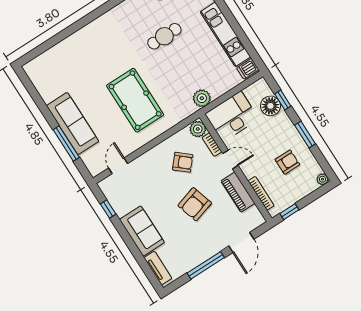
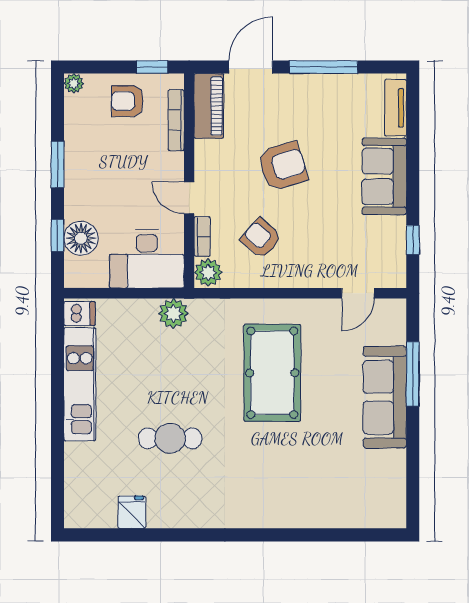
armchair: (287, 162) -> (127, 101), moved
piano: (238, 192) -> (209, 106), moved

